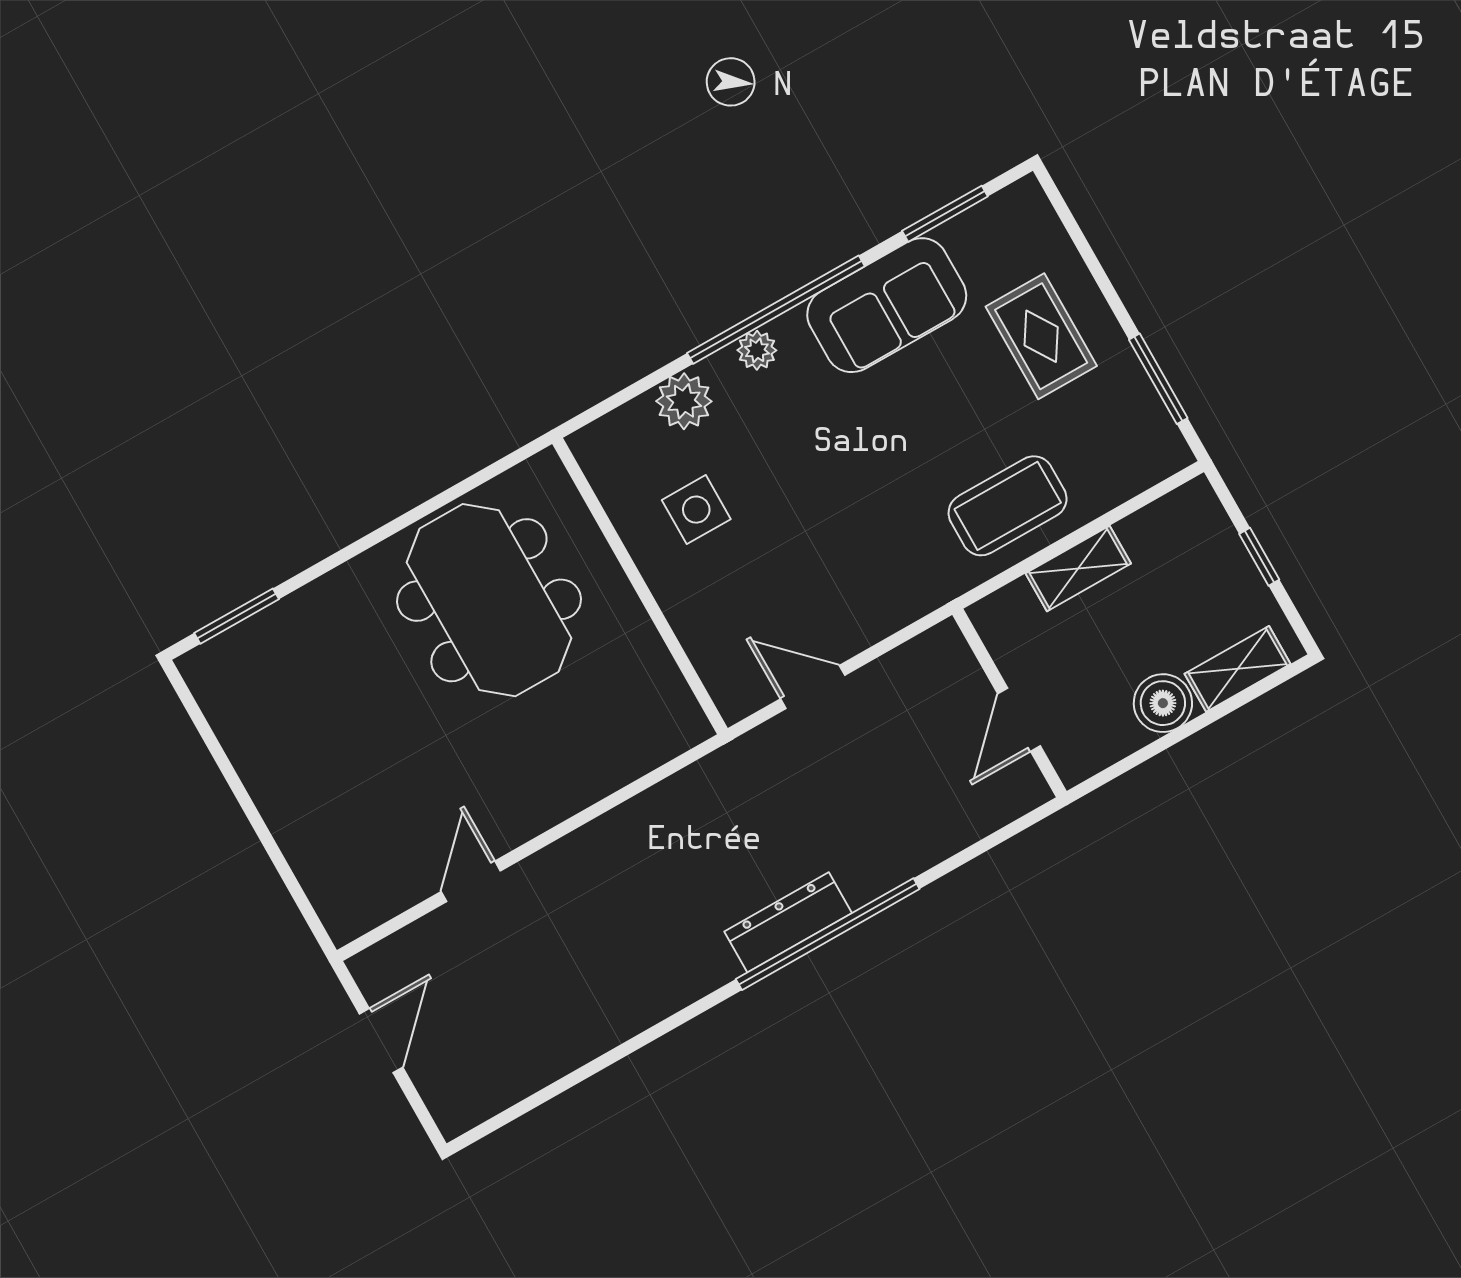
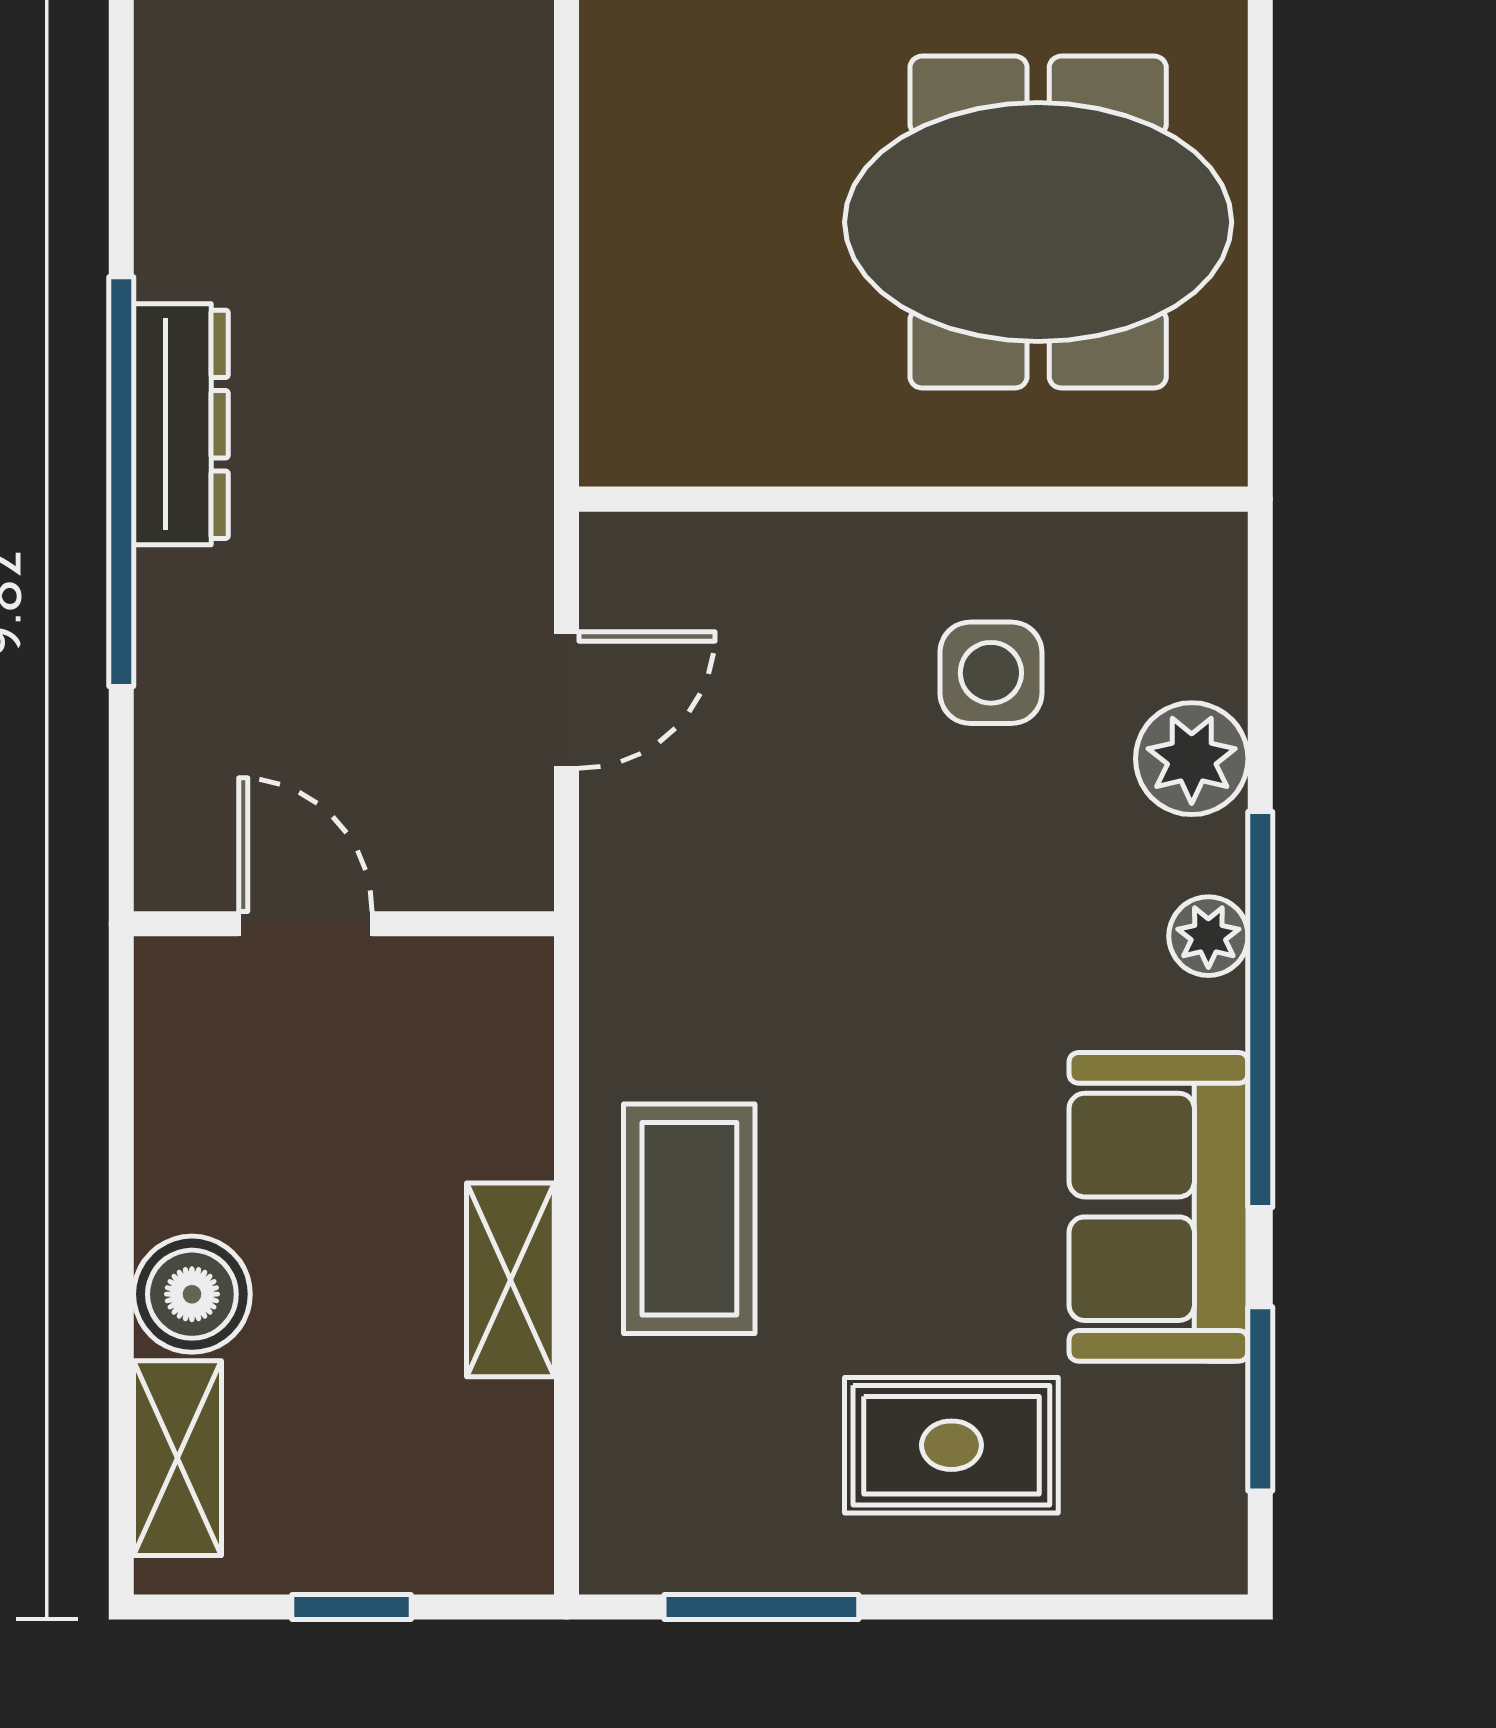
wall: (1010, 703) -> (344, 924), moved
door: (1019, 720) -> (305, 924), moved

